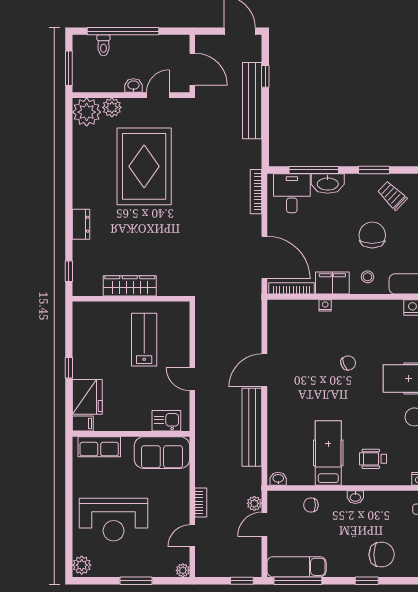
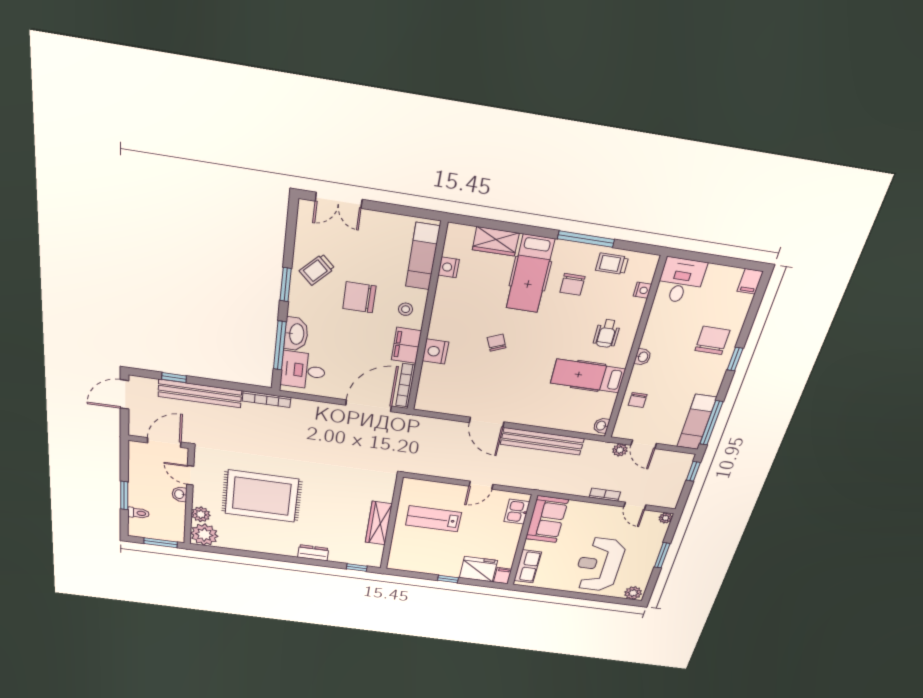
window: (123, 31) -> (124, 496), width x0.47
bookcase: (256, 192) -> (267, 399), moved
nightstand: (325, 305) -> (435, 351), width x1.89, depth x1.79
reception desk: (114, 520) -> (599, 565), turned 180

